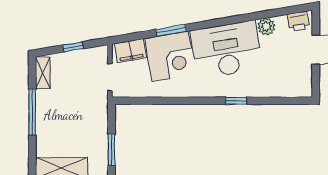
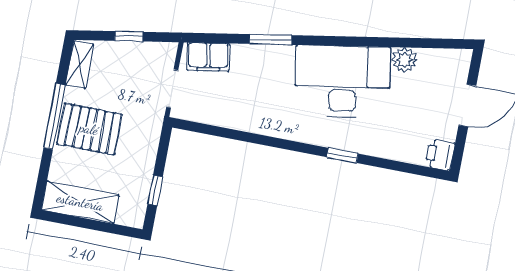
printer: (298, 21) -> (440, 155), moved, turned 100
corner desk: (170, 56) -> (262, 75), removed
pallet: (58, 116) -> (89, 129), added
window: (112, 150) -> (155, 190), width x0.67

